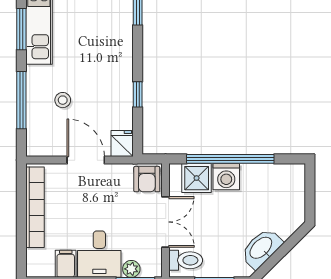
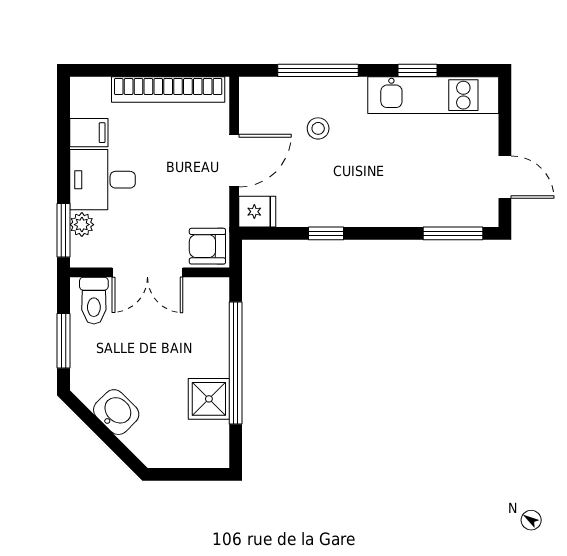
window: (21, 29) -> (417, 70), width x0.67
washing machine: (226, 177) -> (211, 357), removed
shower: (197, 178) -> (209, 399), moved
washbasin: (261, 248) -> (116, 412), width x0.72

